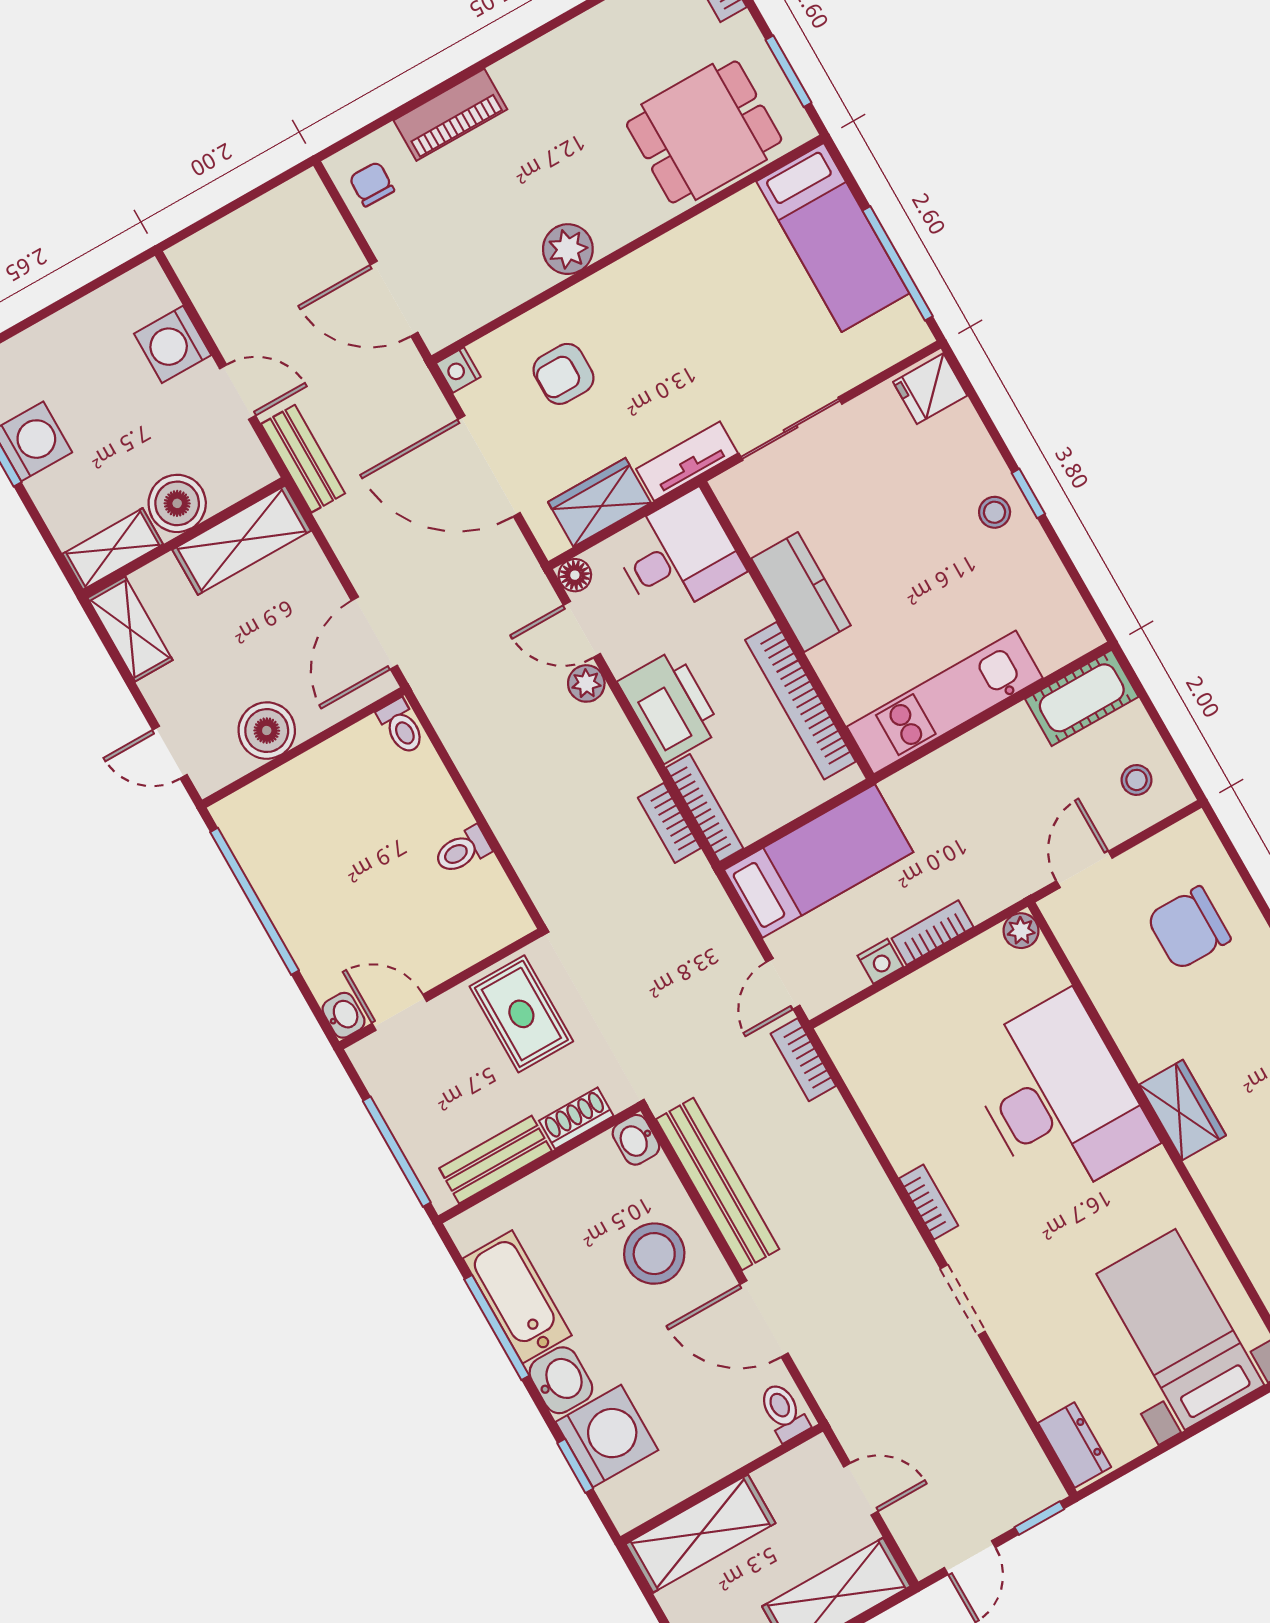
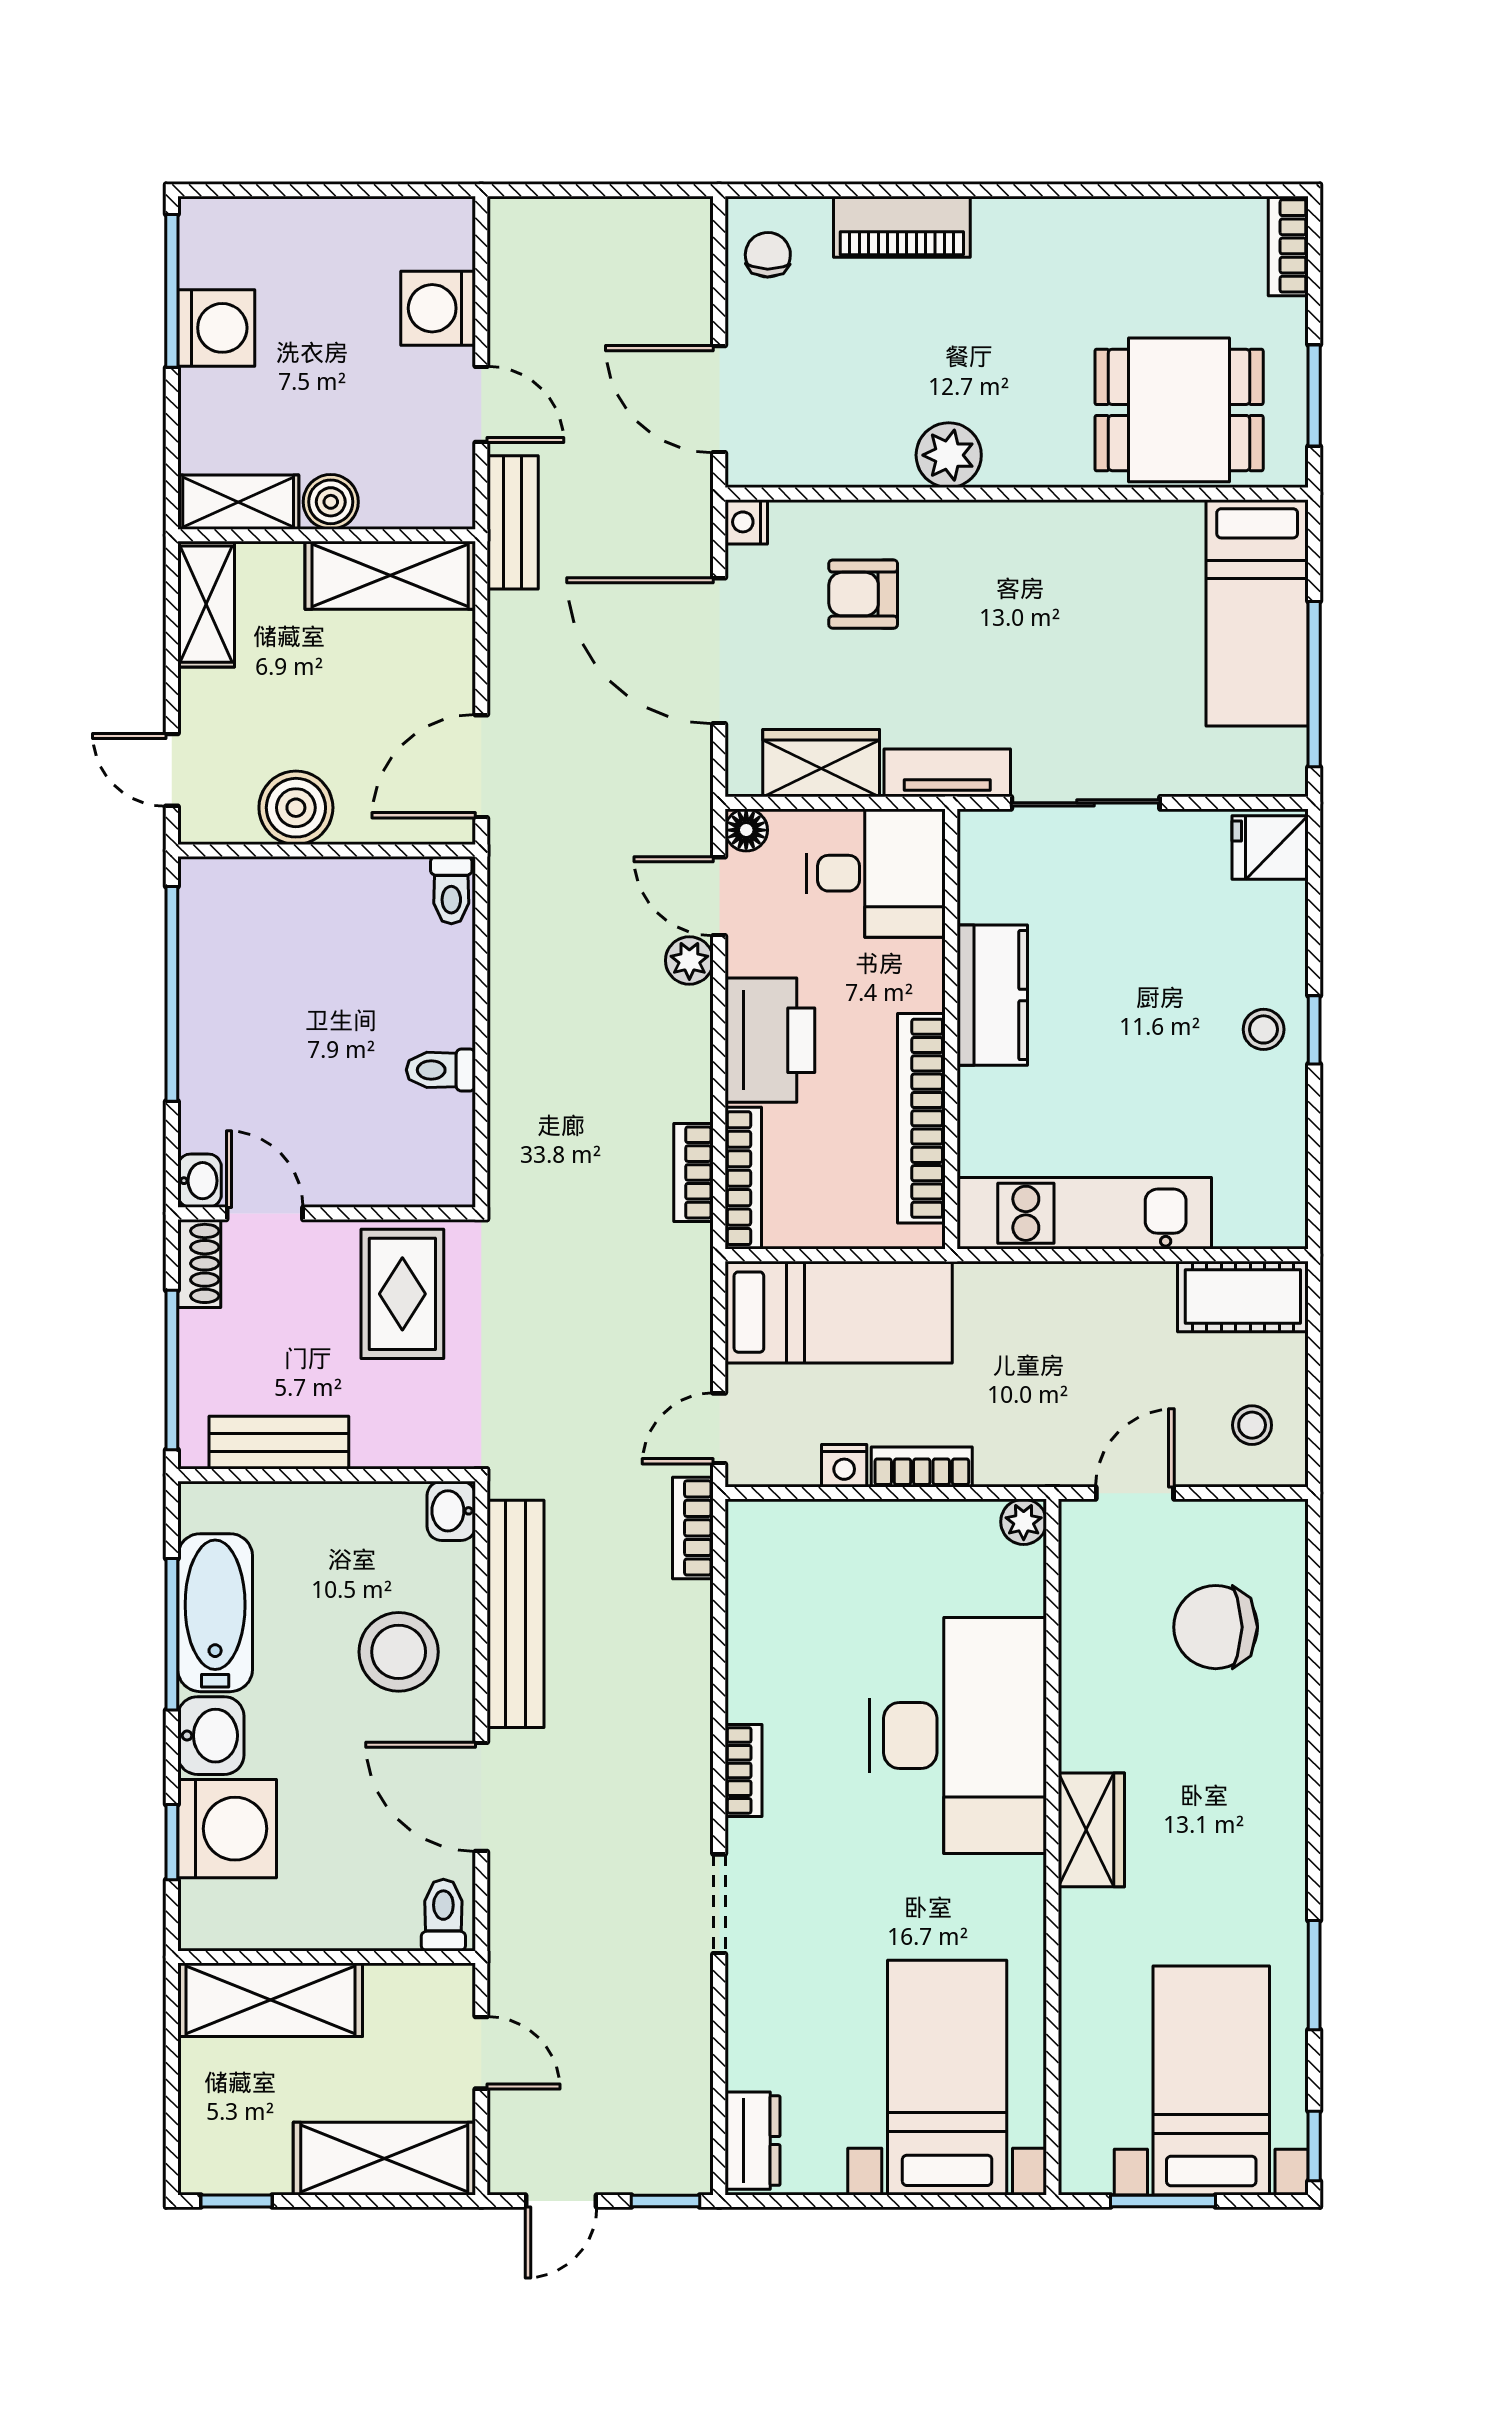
boiler: (177, 503) -> (331, 502), width x0.73, depth x0.73
shoe rack: (576, 1118) -> (199, 1263), moved, turned 90

